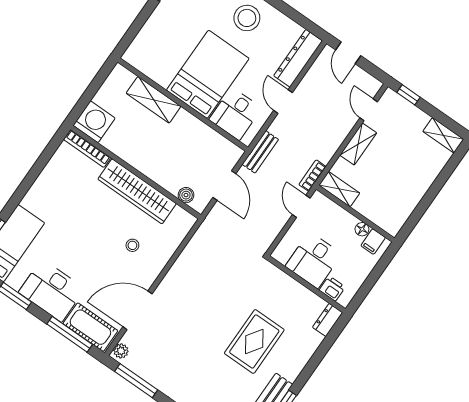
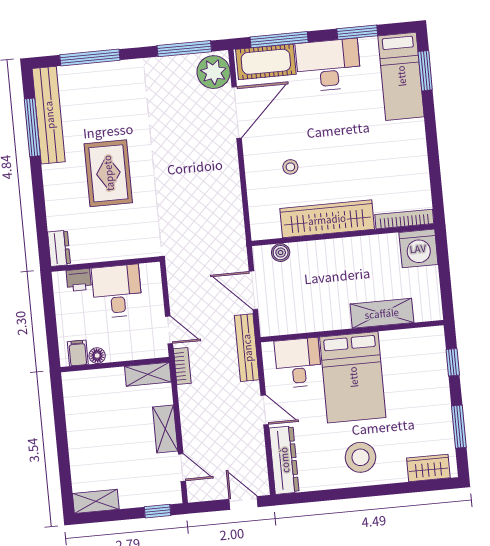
window: (135, 29) -> (453, 362), added
bench: (260, 152) -> (247, 348), width x1.36
plant: (121, 351) -> (214, 72), width x1.87, depth x1.87

